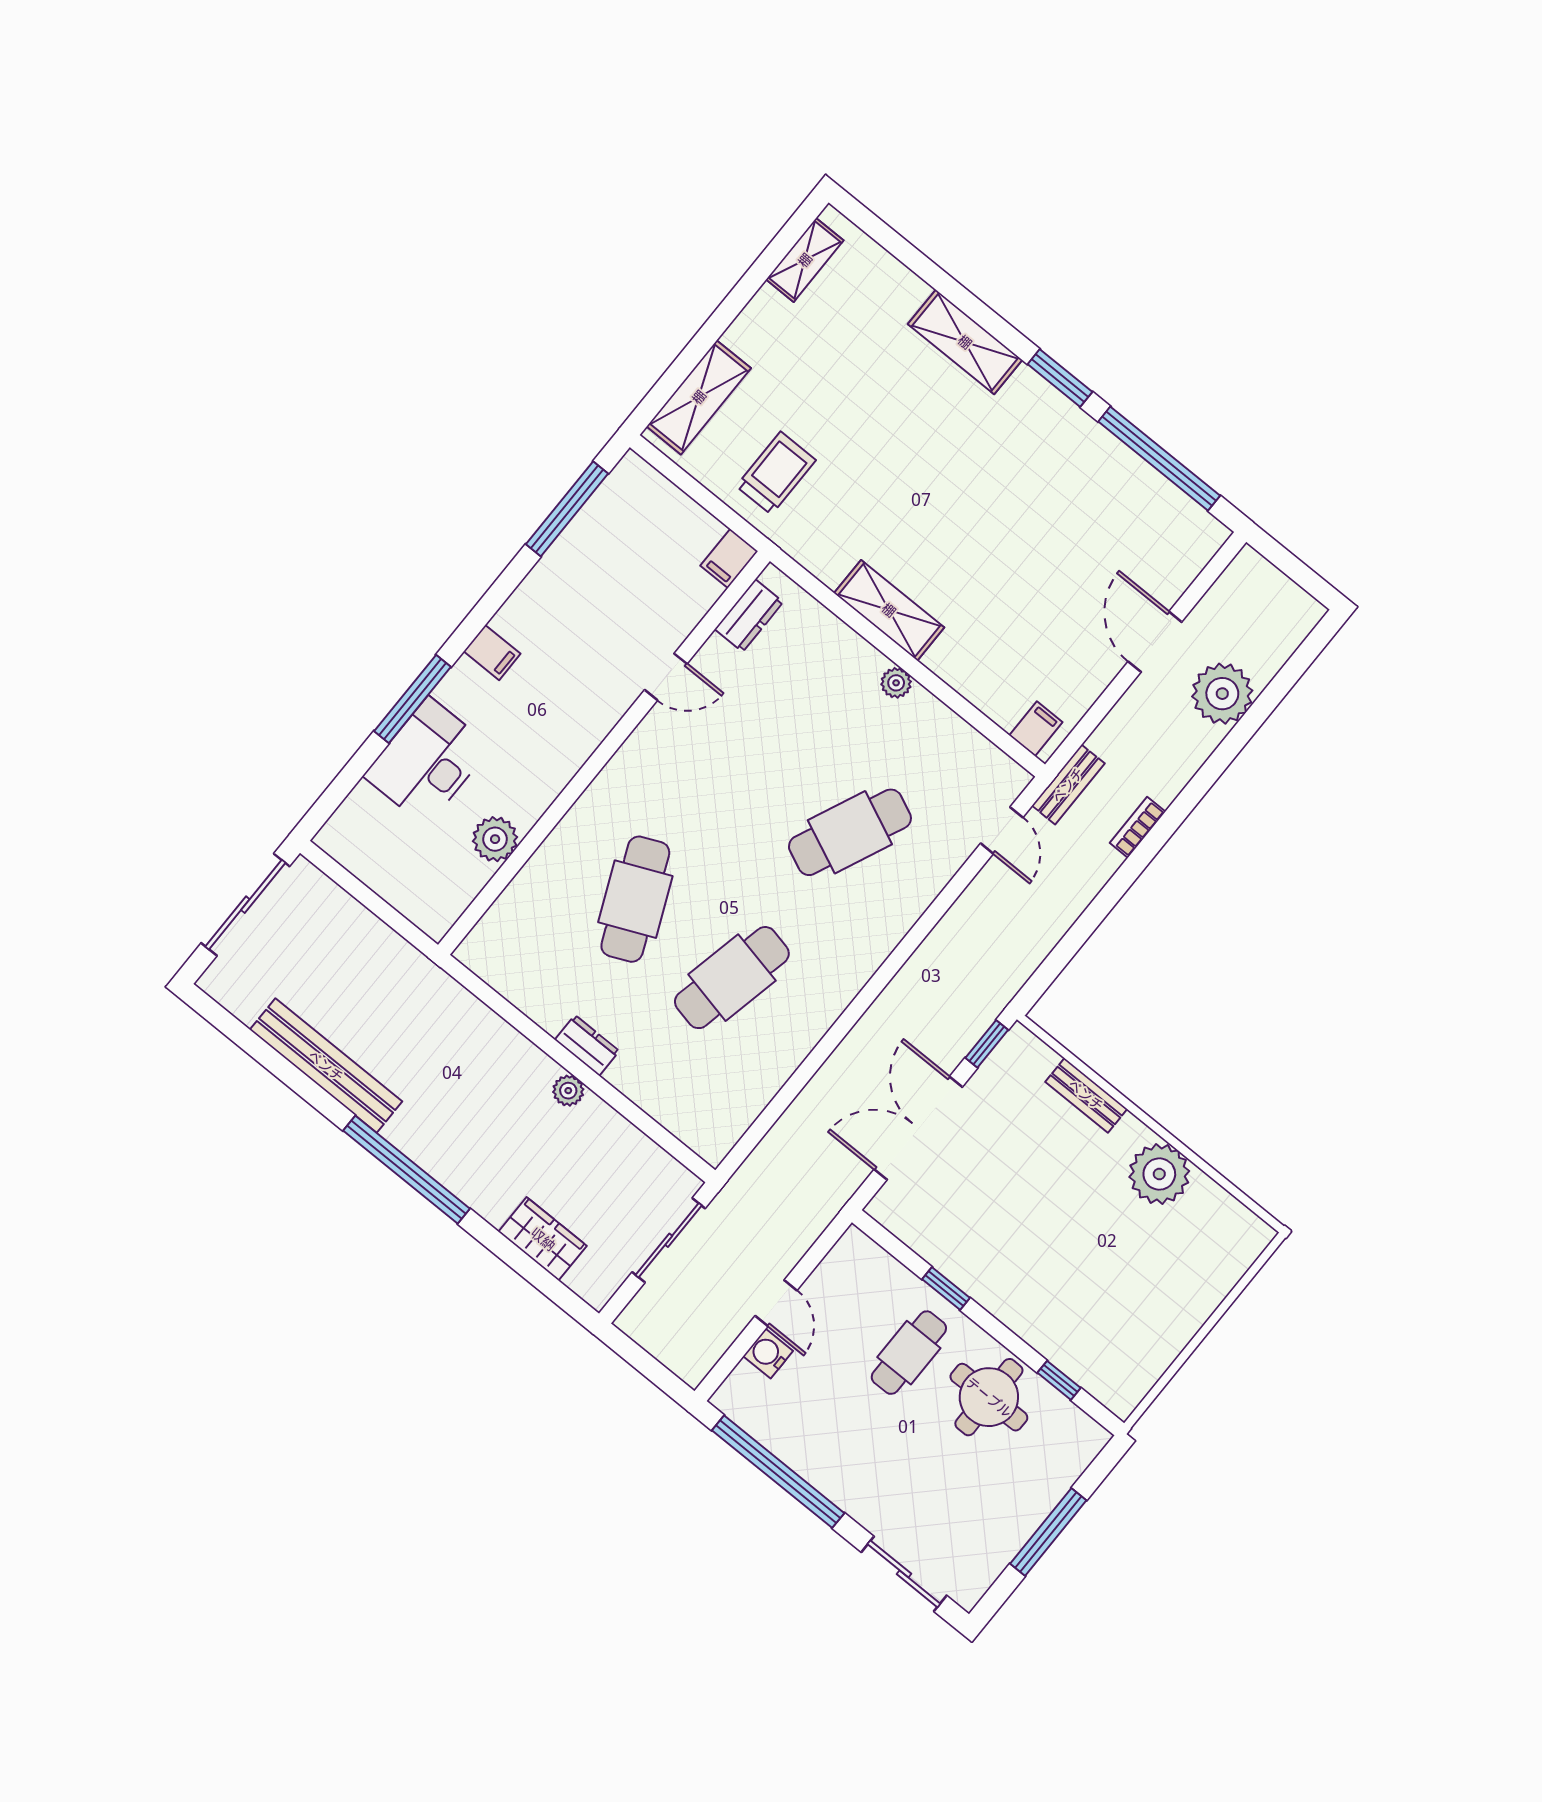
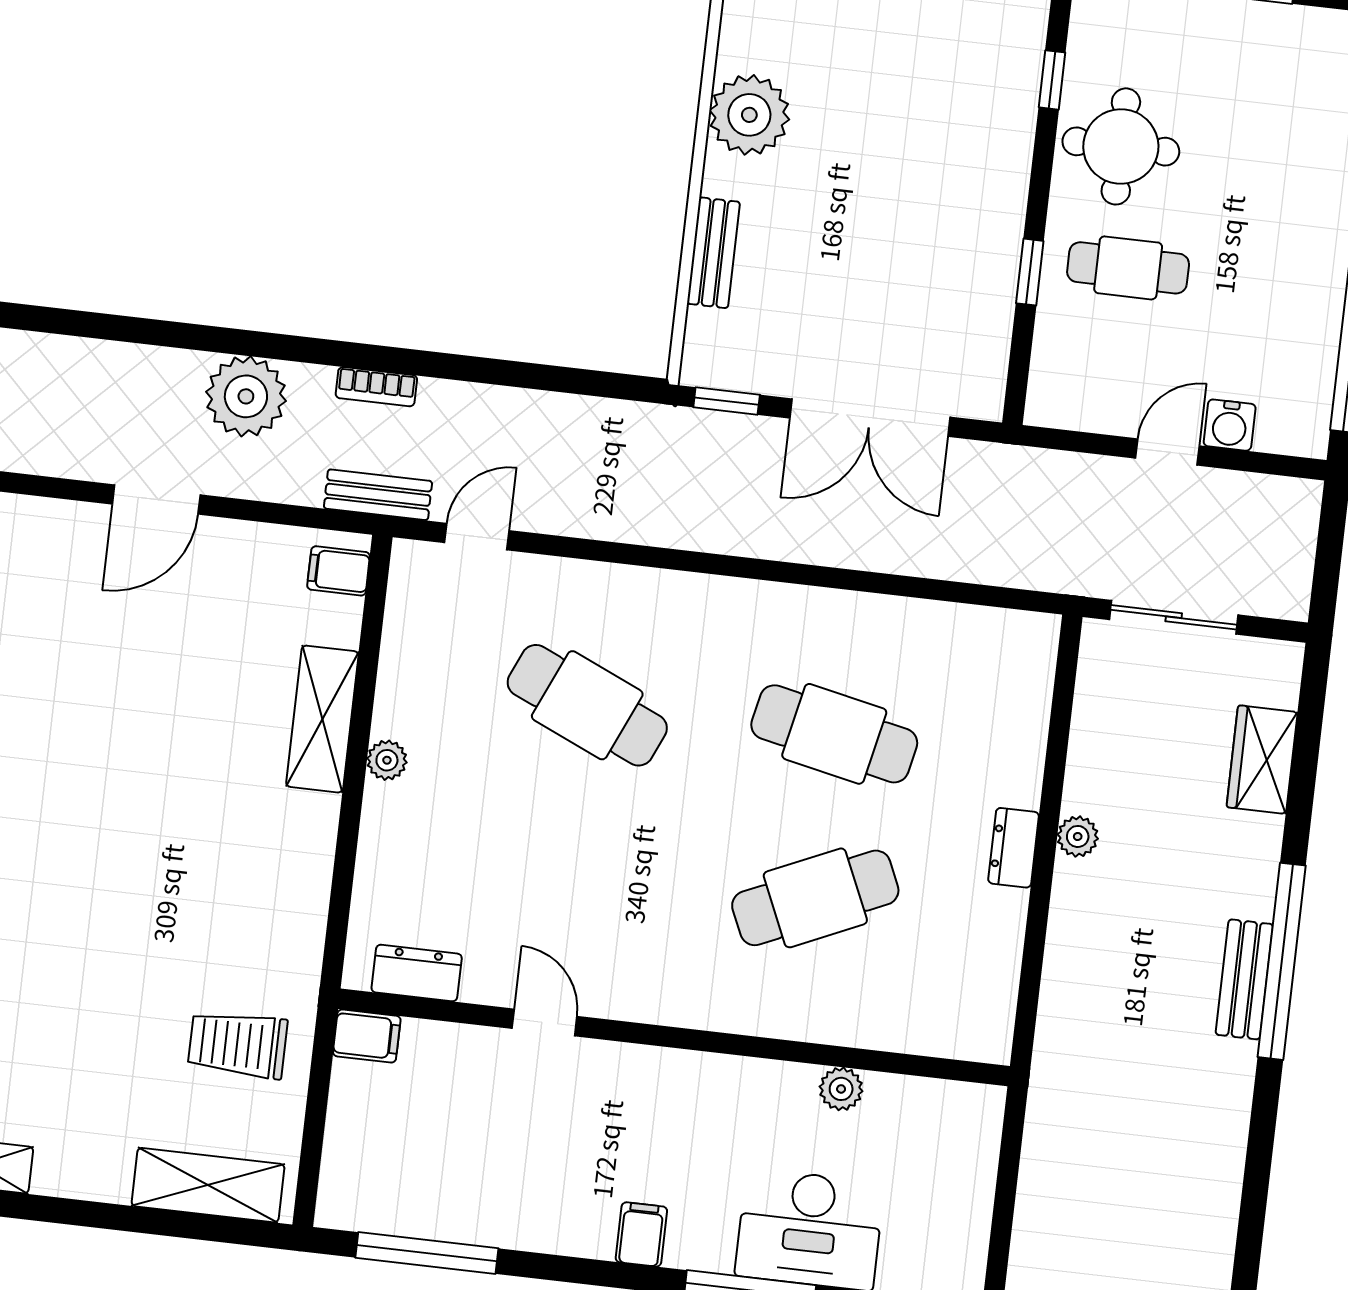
shelving: (889, 610) -> (322, 719), moved
plant: (1222, 694) -> (246, 396), moved
plant: (495, 839) -> (841, 1089), width x0.73, depth x0.73
bench: (326, 1066) -> (1244, 979), moved, width x0.54, depth x0.82

